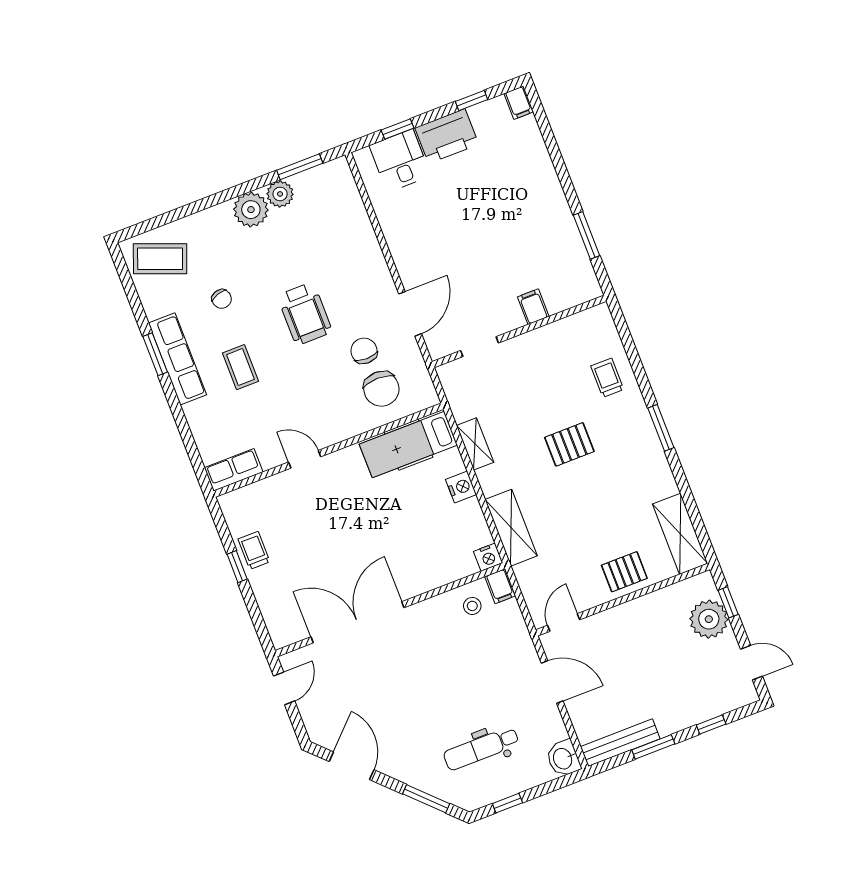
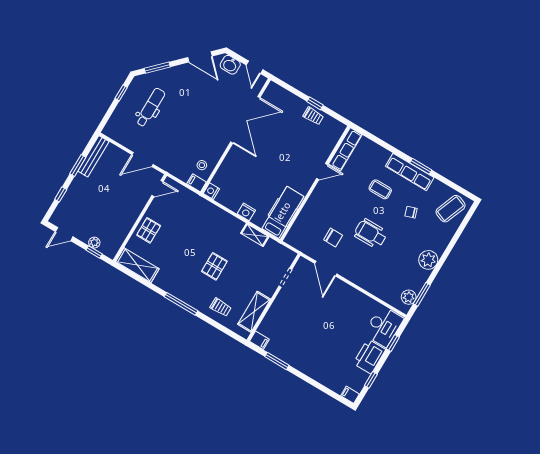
desk: (400, 161) -> (384, 326), width x1.37
plant: (280, 194) -> (409, 297), moved
filing cabinet: (533, 307) -> (259, 340), moved
chair: (381, 389) -> (313, 227), removed
window: (661, 428) -> (181, 304), width x1.44
row of seats: (234, 470) -> (345, 149), width x1.48
shelving: (511, 528) -> (254, 312), moved, turned 90
plant: (709, 619) -> (94, 243), width x0.53, depth x0.53
door: (564, 623) -> (157, 189), hinge flipped
washbasin: (563, 758) -> (230, 65), moved, turned 180

